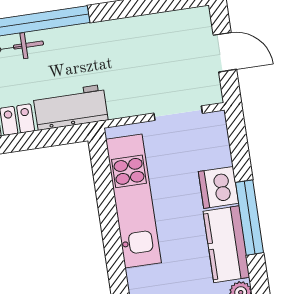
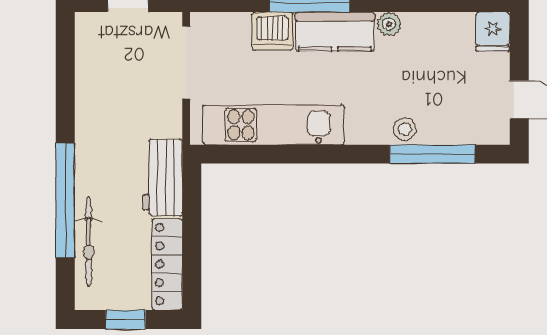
doorway: (178, 113) -> (186, 63), width x1.38

